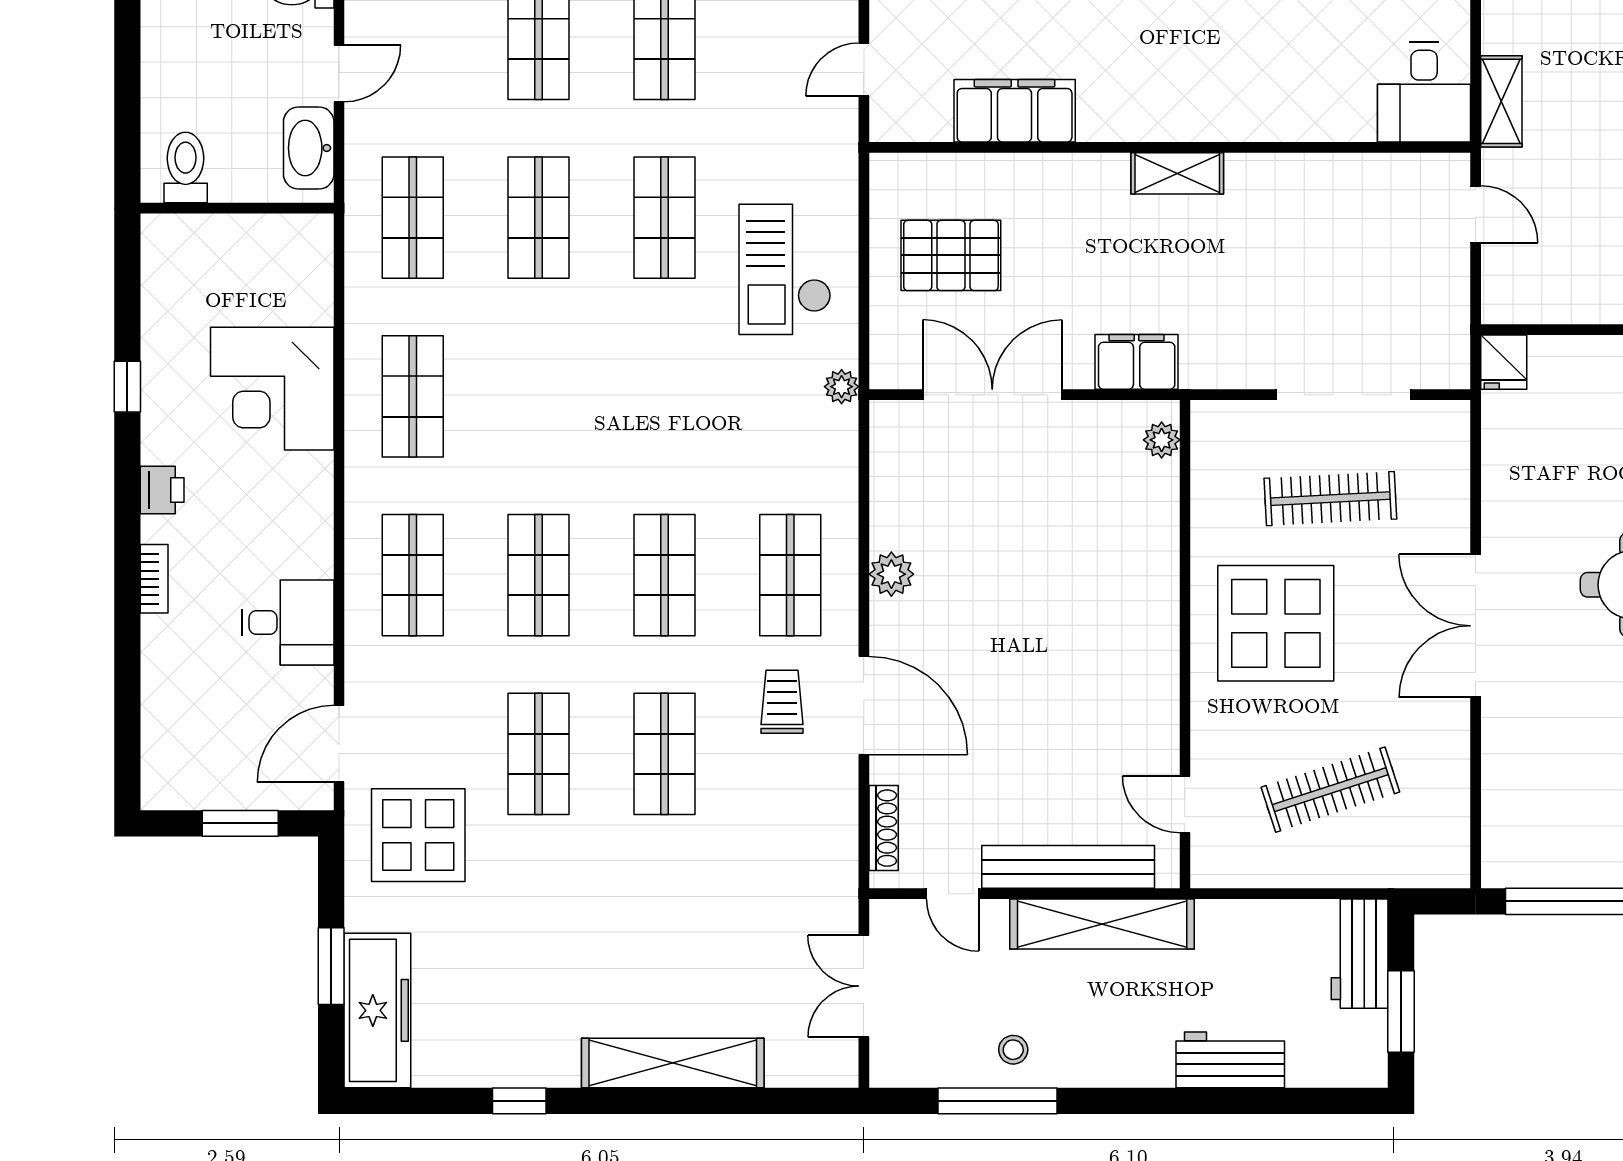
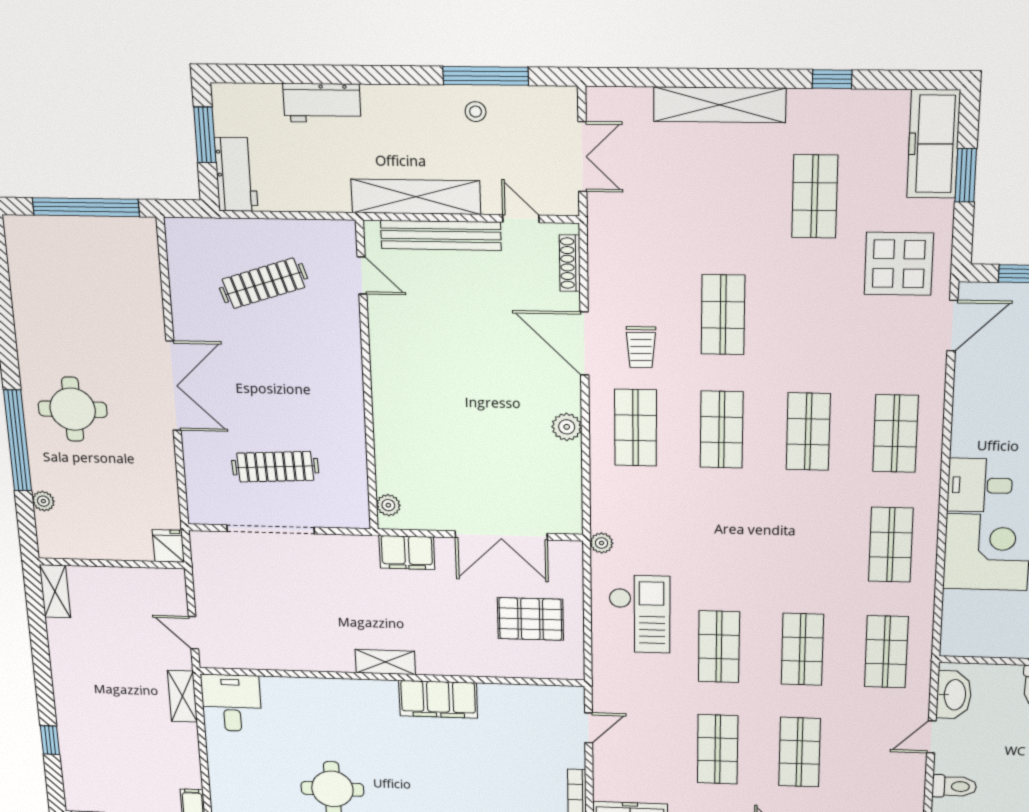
filing cabinet: (1015, 111) -> (438, 699), moved
desk: (288, 622) -> (980, 485), moved
display table: (1276, 623) -> (307, 390), removed
shop shelf: (539, 754) -> (815, 196), moved

